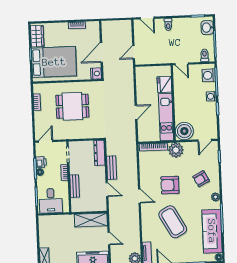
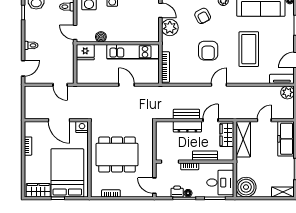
door: (182, 64) -> (75, 32), swing flipped
fridge: (164, 84) -> (85, 52), moved
dining table: (72, 106) -> (117, 155), width x1.38
boiler: (184, 131) -> (101, 37), moved, width x0.54, depth x0.54
plant: (176, 150) -> (170, 28), moved
dresser: (99, 153) -> (187, 127), moved
wardrobe: (94, 205) -> (227, 135), added
coffee table: (173, 222) -> (249, 49), turned -61
boiler: (48, 224) -> (246, 187), added

